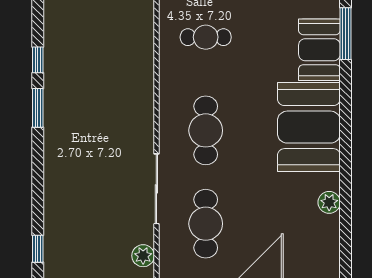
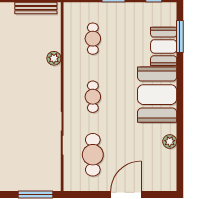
cafe table: (206, 37) -> (93, 39), turned 90
cafe table: (206, 130) -> (93, 97), width x0.73, depth x0.74
plant: (143, 256) -> (54, 58), moved

